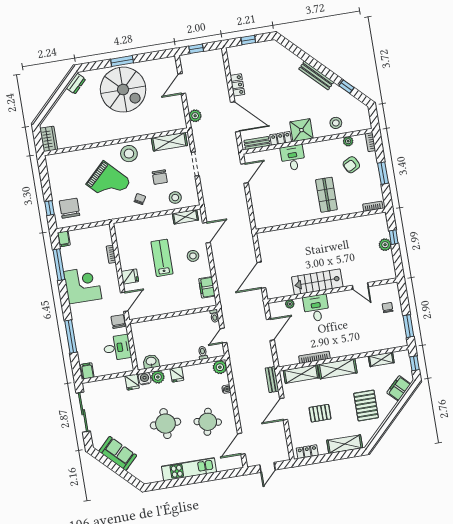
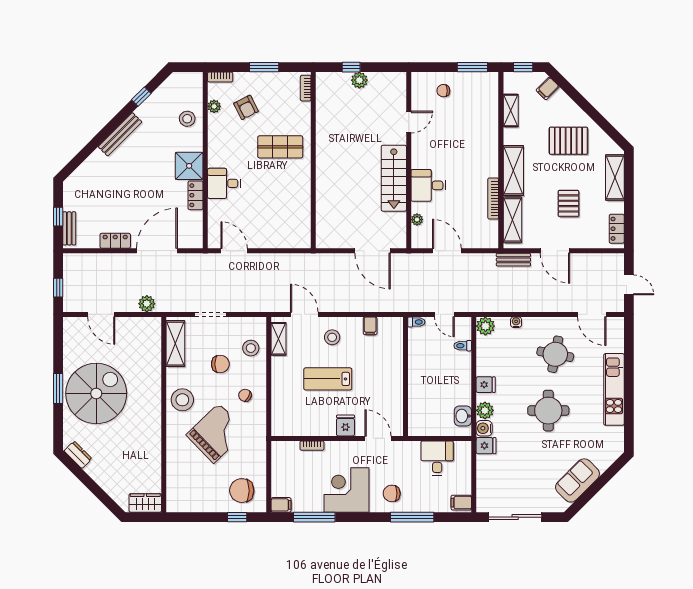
bench: (257, 143) -> (69, 228), moved
filing cabinet: (207, 287) -> (370, 326), width x0.50
chair: (118, 321) -> (392, 493), moved
filing cabinet: (399, 388) -> (548, 88), width x0.50

